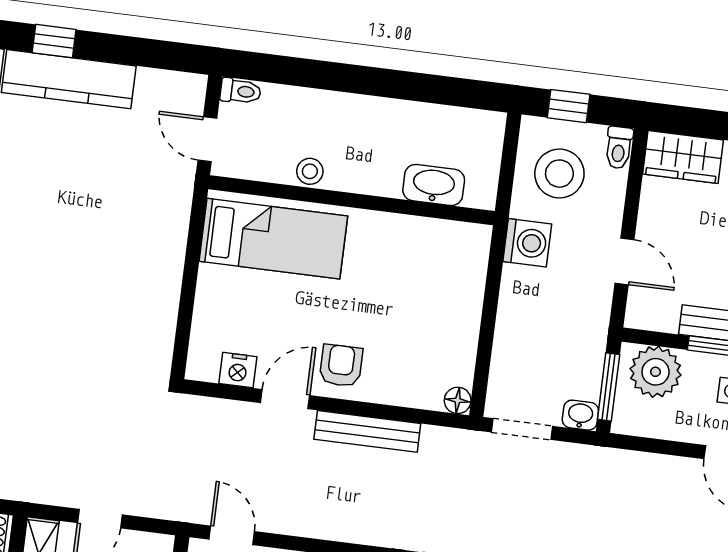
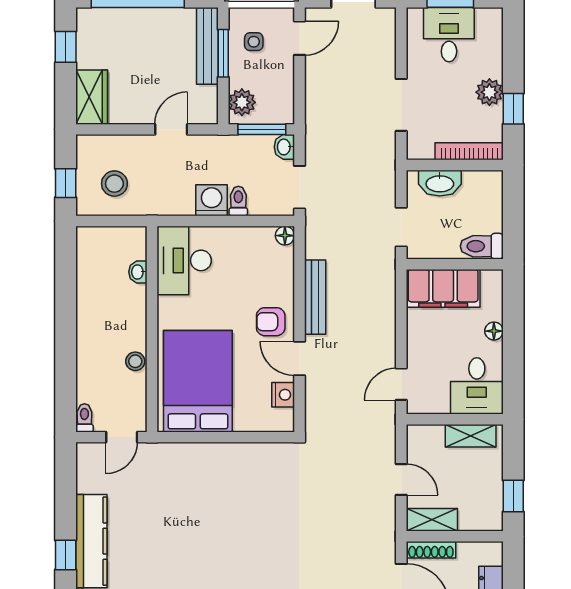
toilet: (619, 148) -> (238, 201), moved, turned -90
stool: (559, 174) -> (114, 184), width x0.73, depth x0.73
washbasin: (434, 185) -> (138, 272), width x0.52, depth x0.69
bed: (273, 239) -> (198, 381), width x1.50
washing machine: (527, 243) -> (212, 200), moved
desk: (441, 257) -> (184, 260), added
plant: (656, 372) -> (242, 102), width x0.73, depth x0.73

